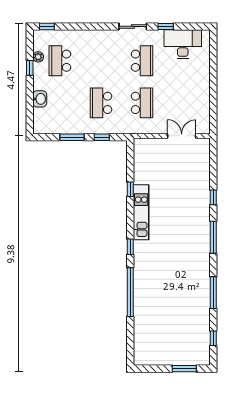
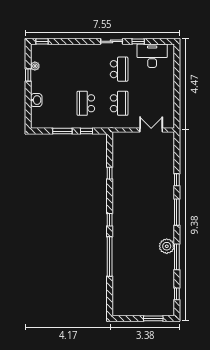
school desk: (60, 61) -> (53, 69), removed
kitchen unit: (141, 212) -> (118, 192), removed
plant: (201, 279) -> (167, 246), added

